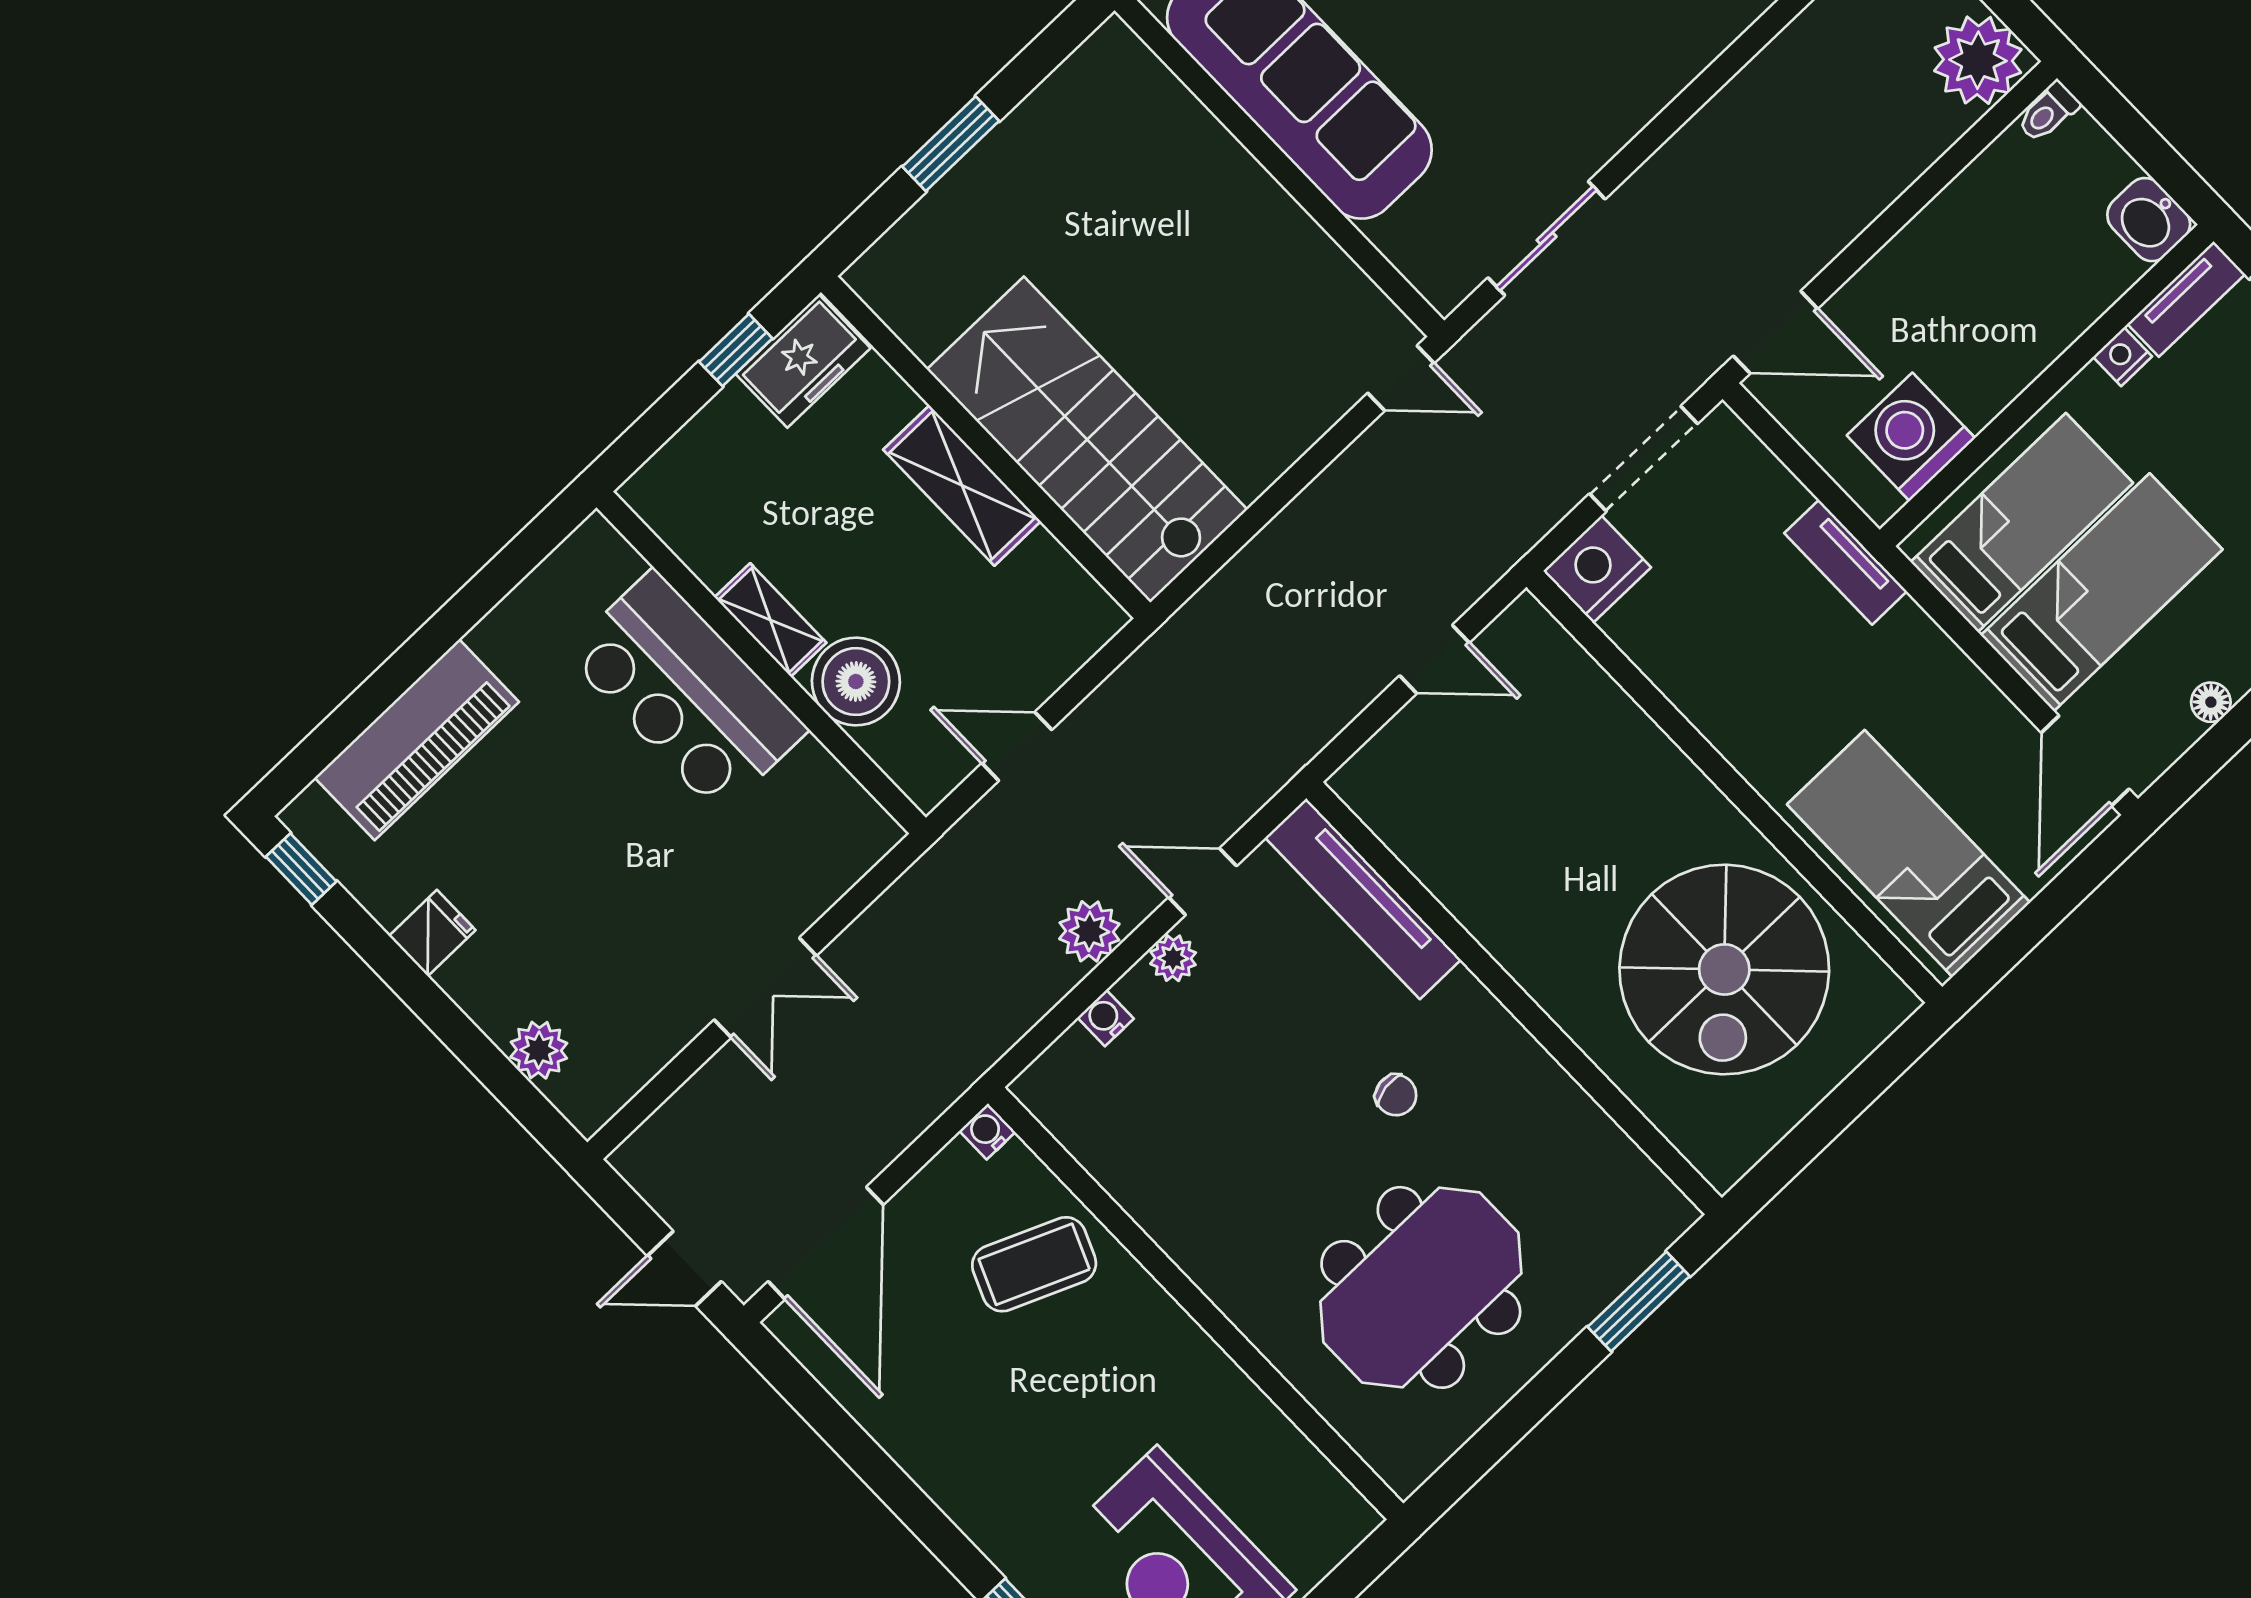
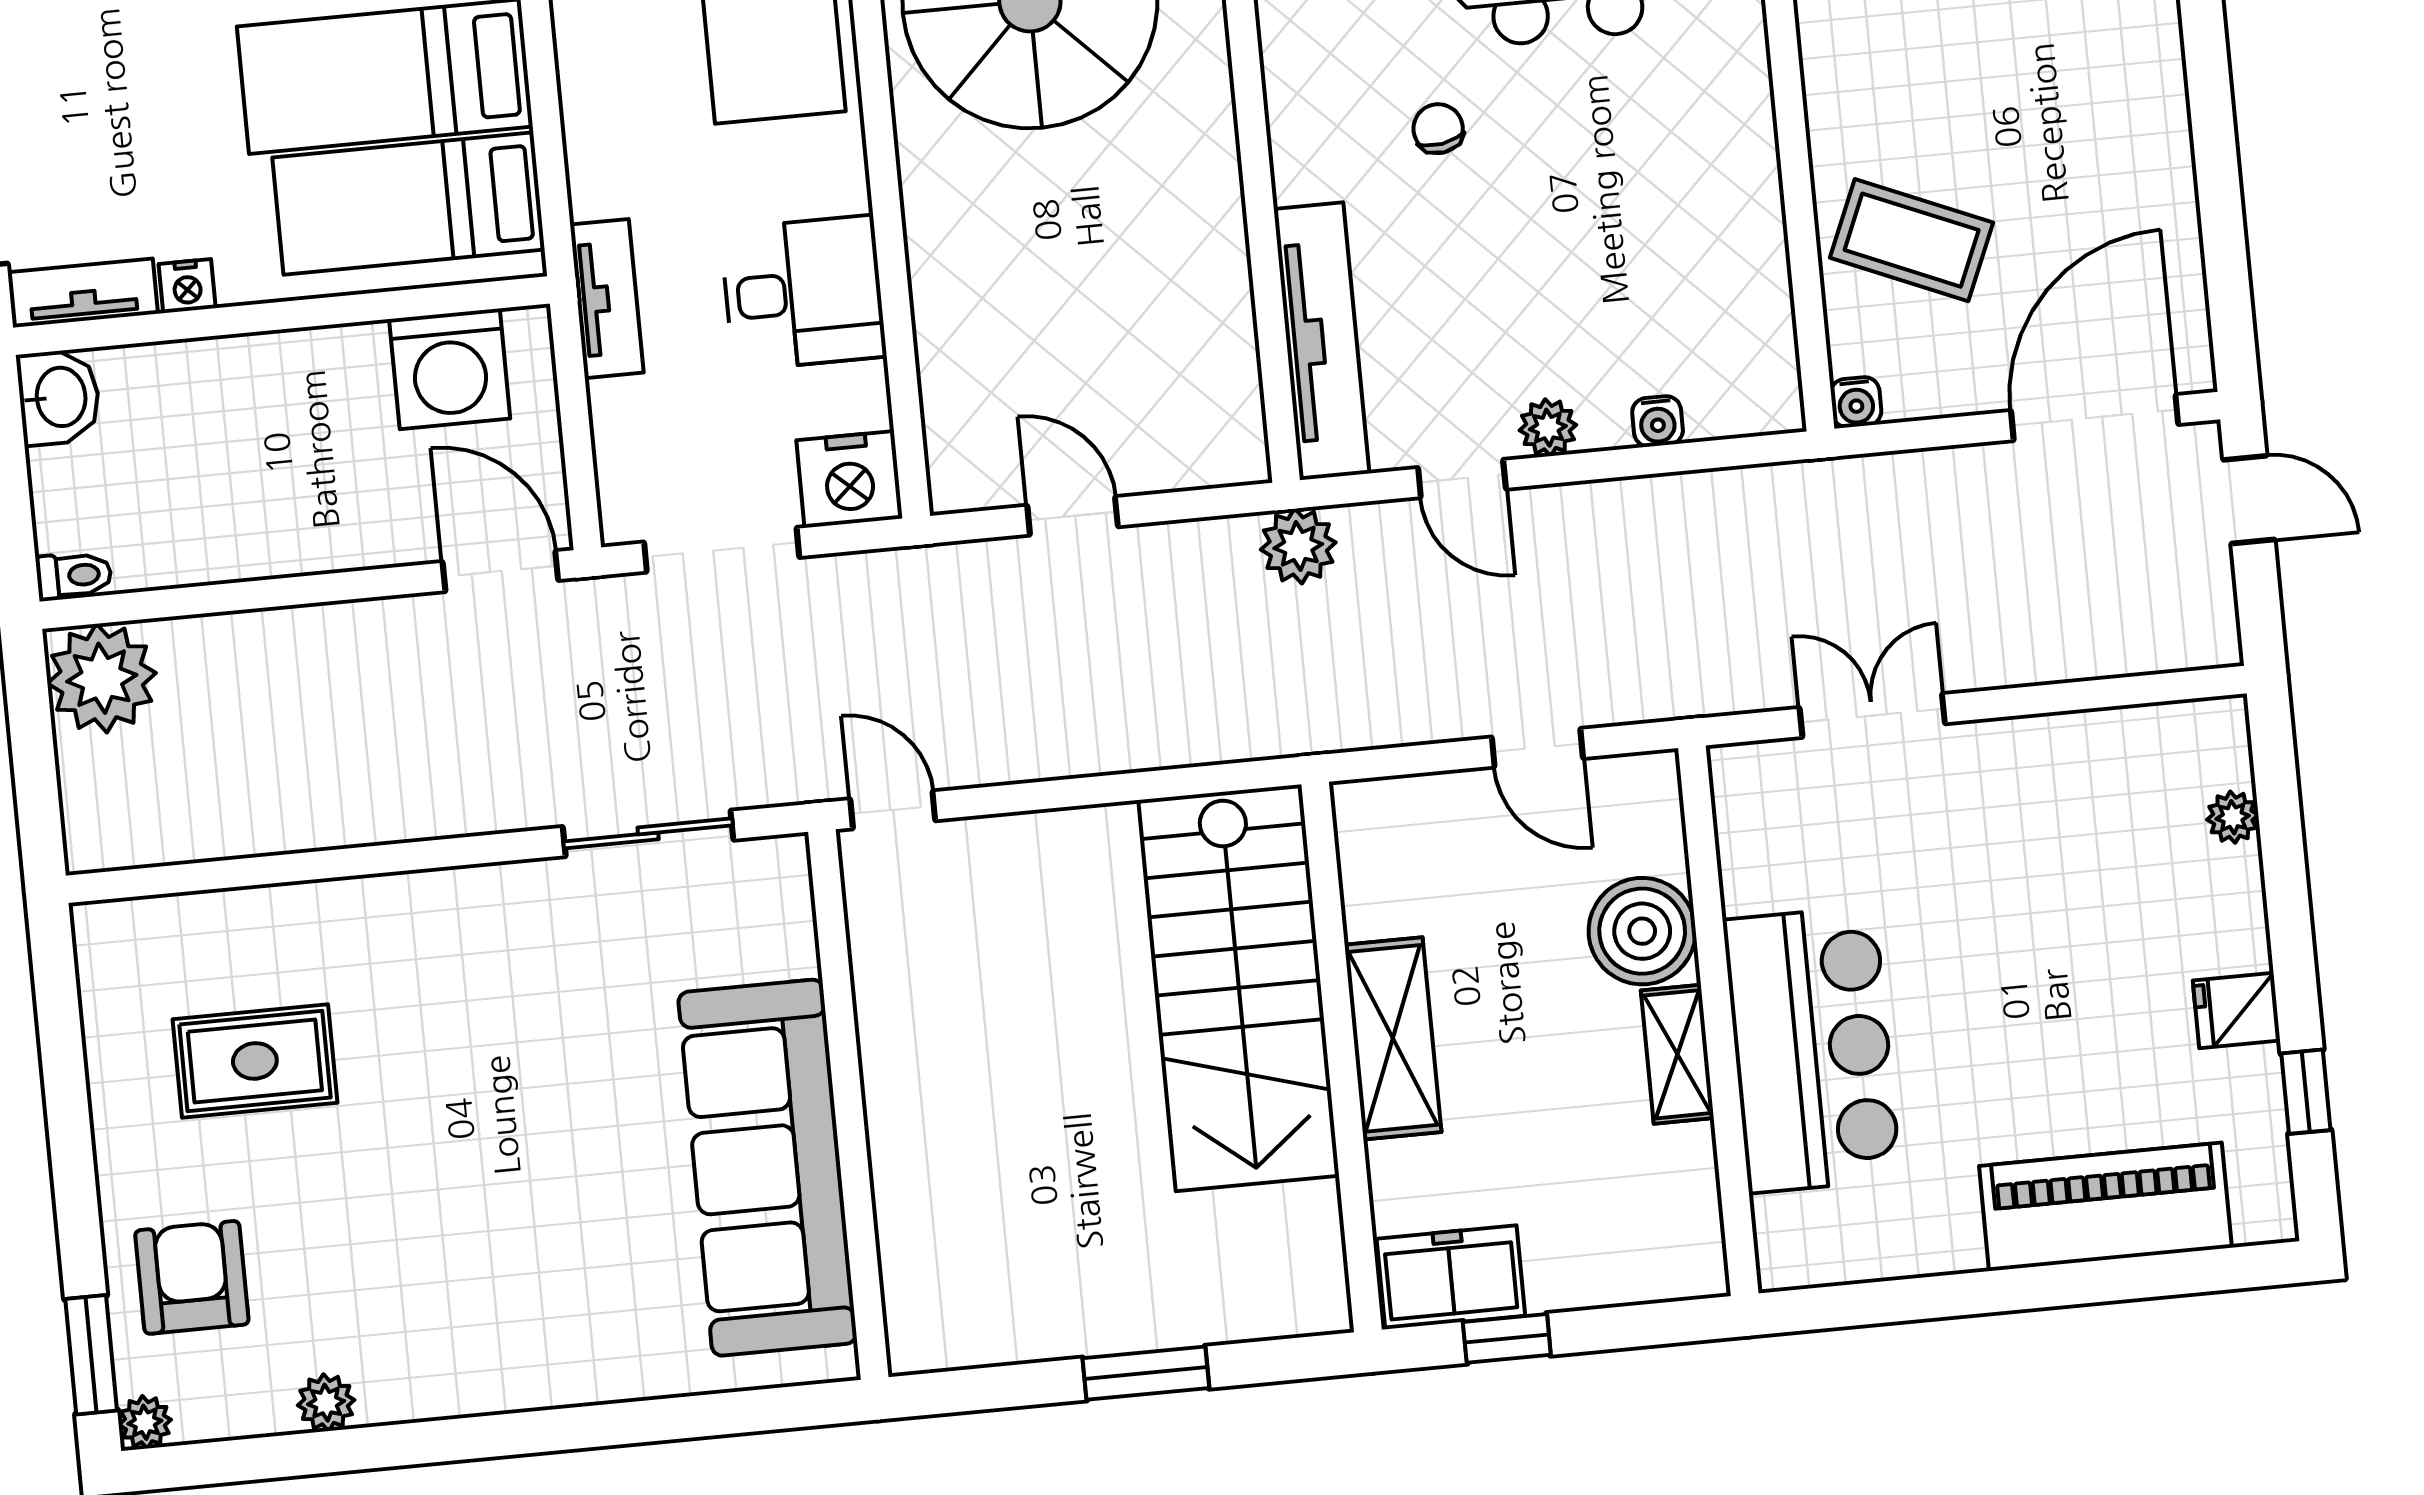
desk: (1722, 666) -> (803, 293), added
window: (301, 869) -> (2306, 1092), moved
plant: (1089, 931) -> (1298, 546), moved
double door: (765, 988) -> (1872, 716), moved
plant: (539, 1050) -> (2233, 817), width x0.73, depth x0.73

